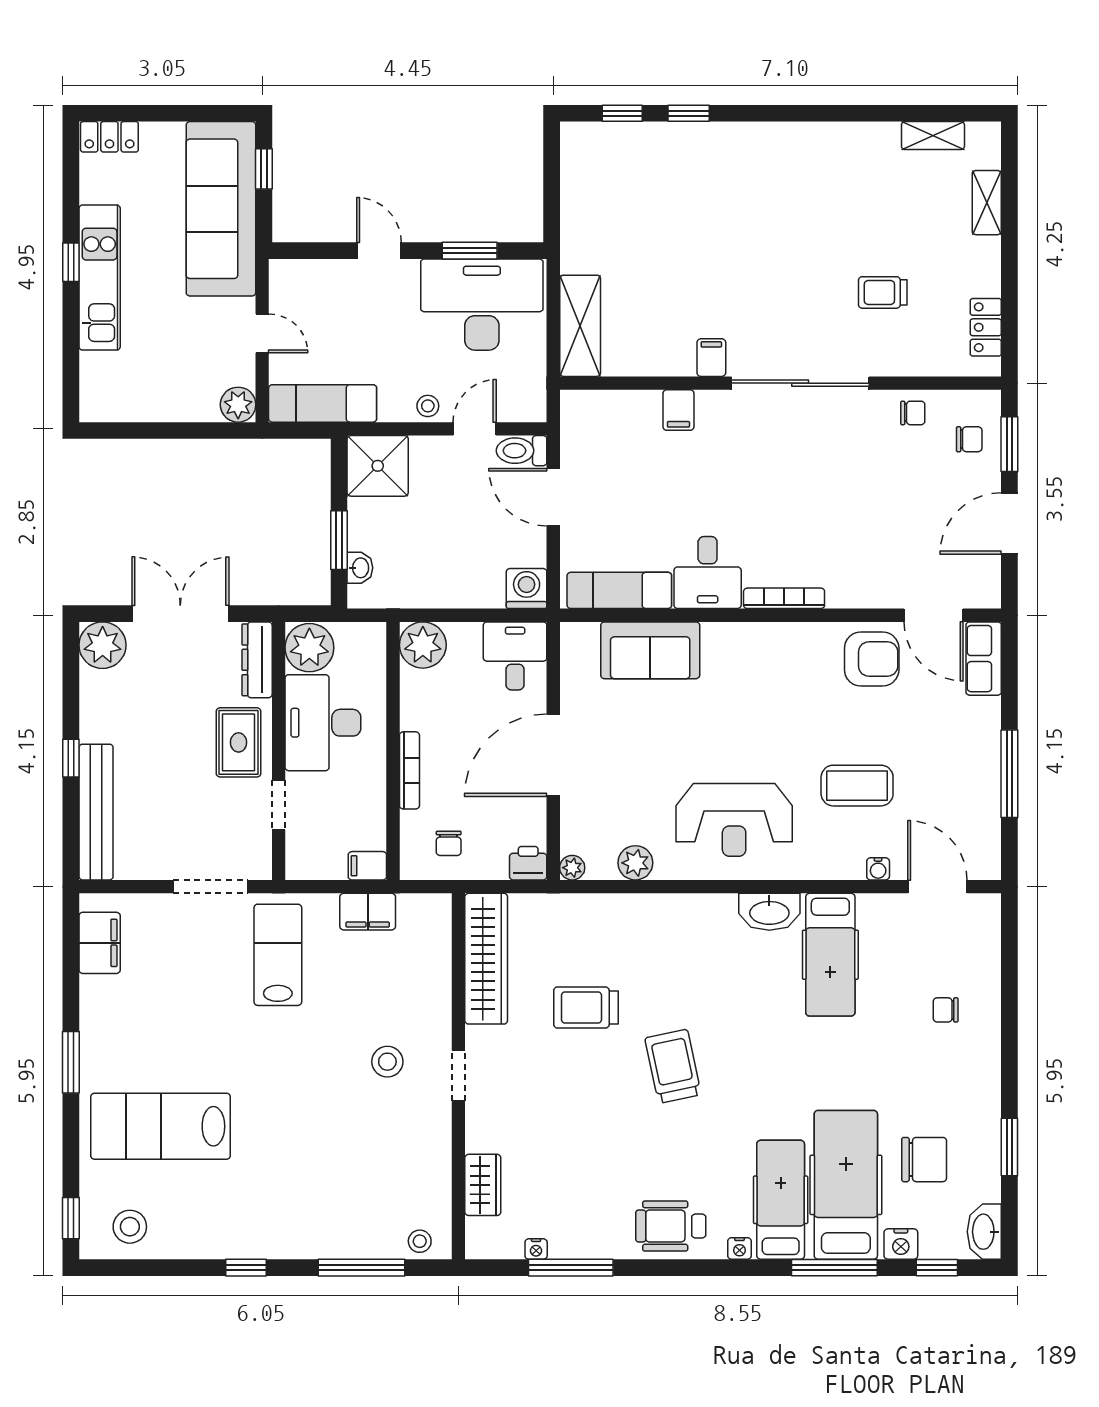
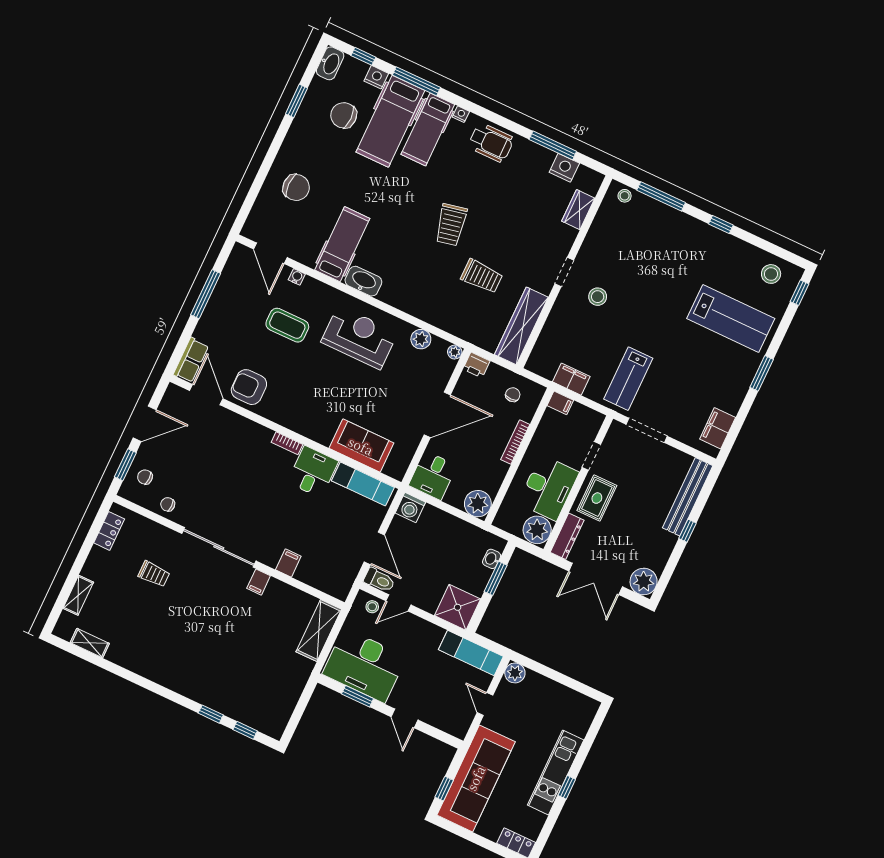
stool: (428, 406) -> (372, 607), moved
bookcase: (784, 598) -> (287, 443), width x0.64
chair: (946, 1010) -> (296, 187), width x1.87, depth x1.87
nightstand: (536, 1249) -> (564, 168), width x1.89, depth x1.79

